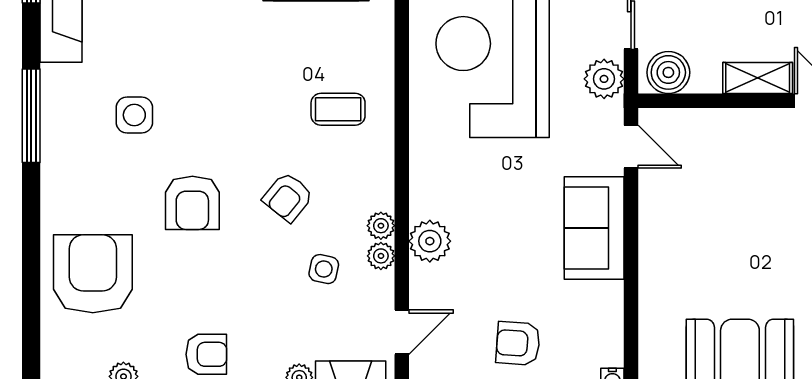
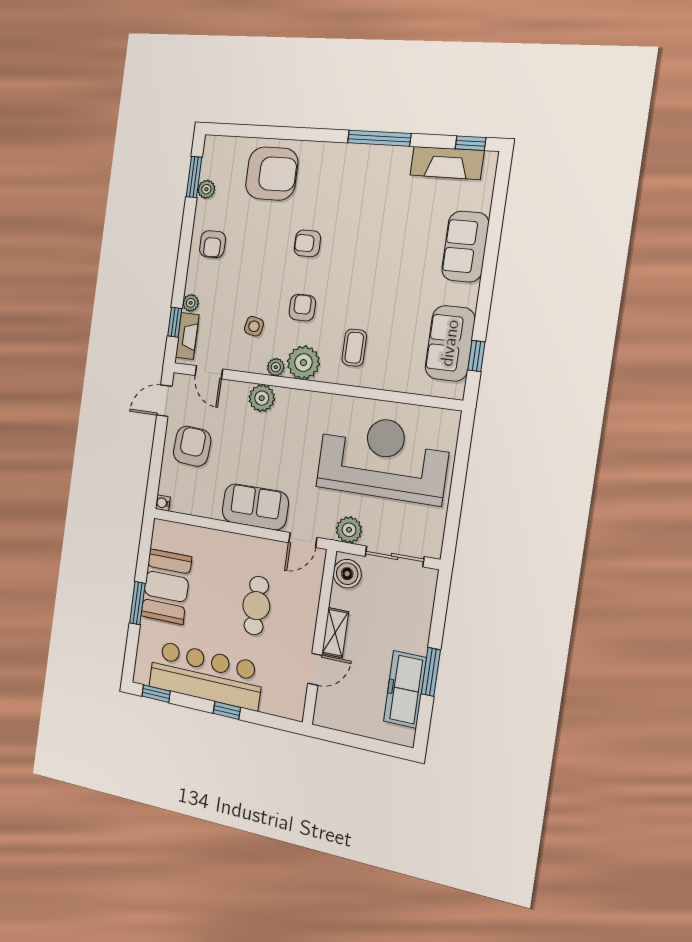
side table: (134, 115) -> (370, 209), removed
armchair: (288, 197) -> (302, 308), turned 51
armchair: (192, 203) -> (307, 243), width x0.72, depth x0.72
cafe table: (741, 205) -> (256, 606), added
plant: (381, 256) -> (303, 363), moved, width x1.88, depth x1.88
armchair: (518, 343) -> (192, 446), width x1.38, depth x1.38

